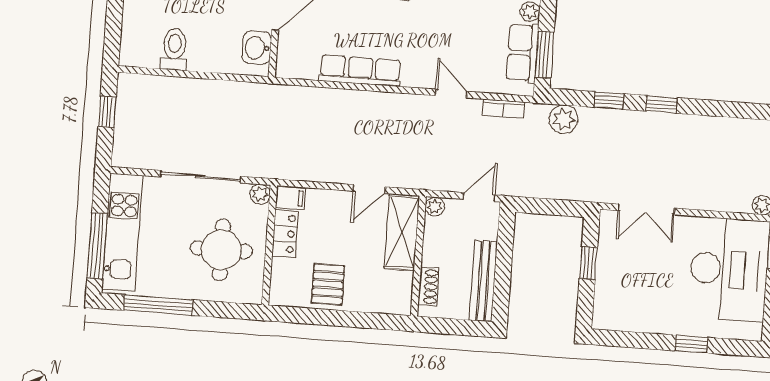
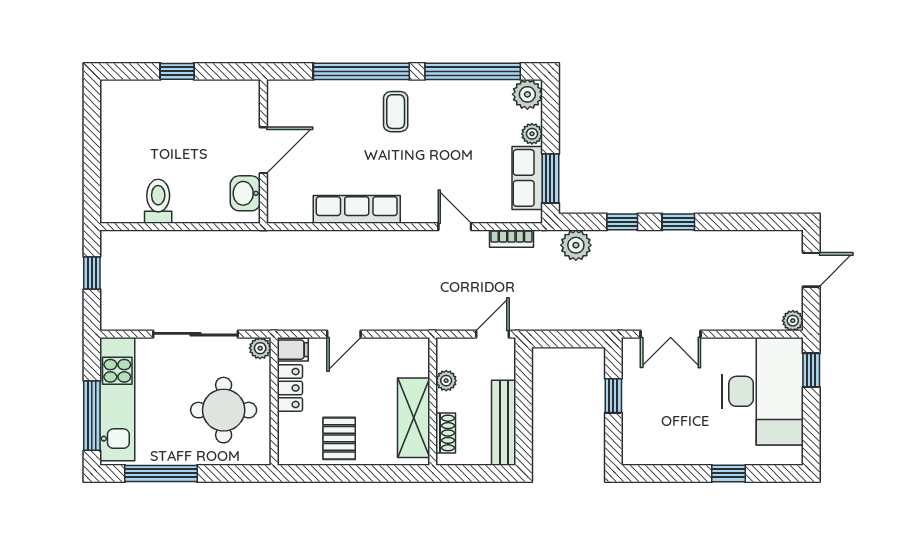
door: (369, 189) -> (344, 334), moved
plant: (435, 207) -> (446, 381), moved
shelving: (402, 232) -> (414, 418), moved

